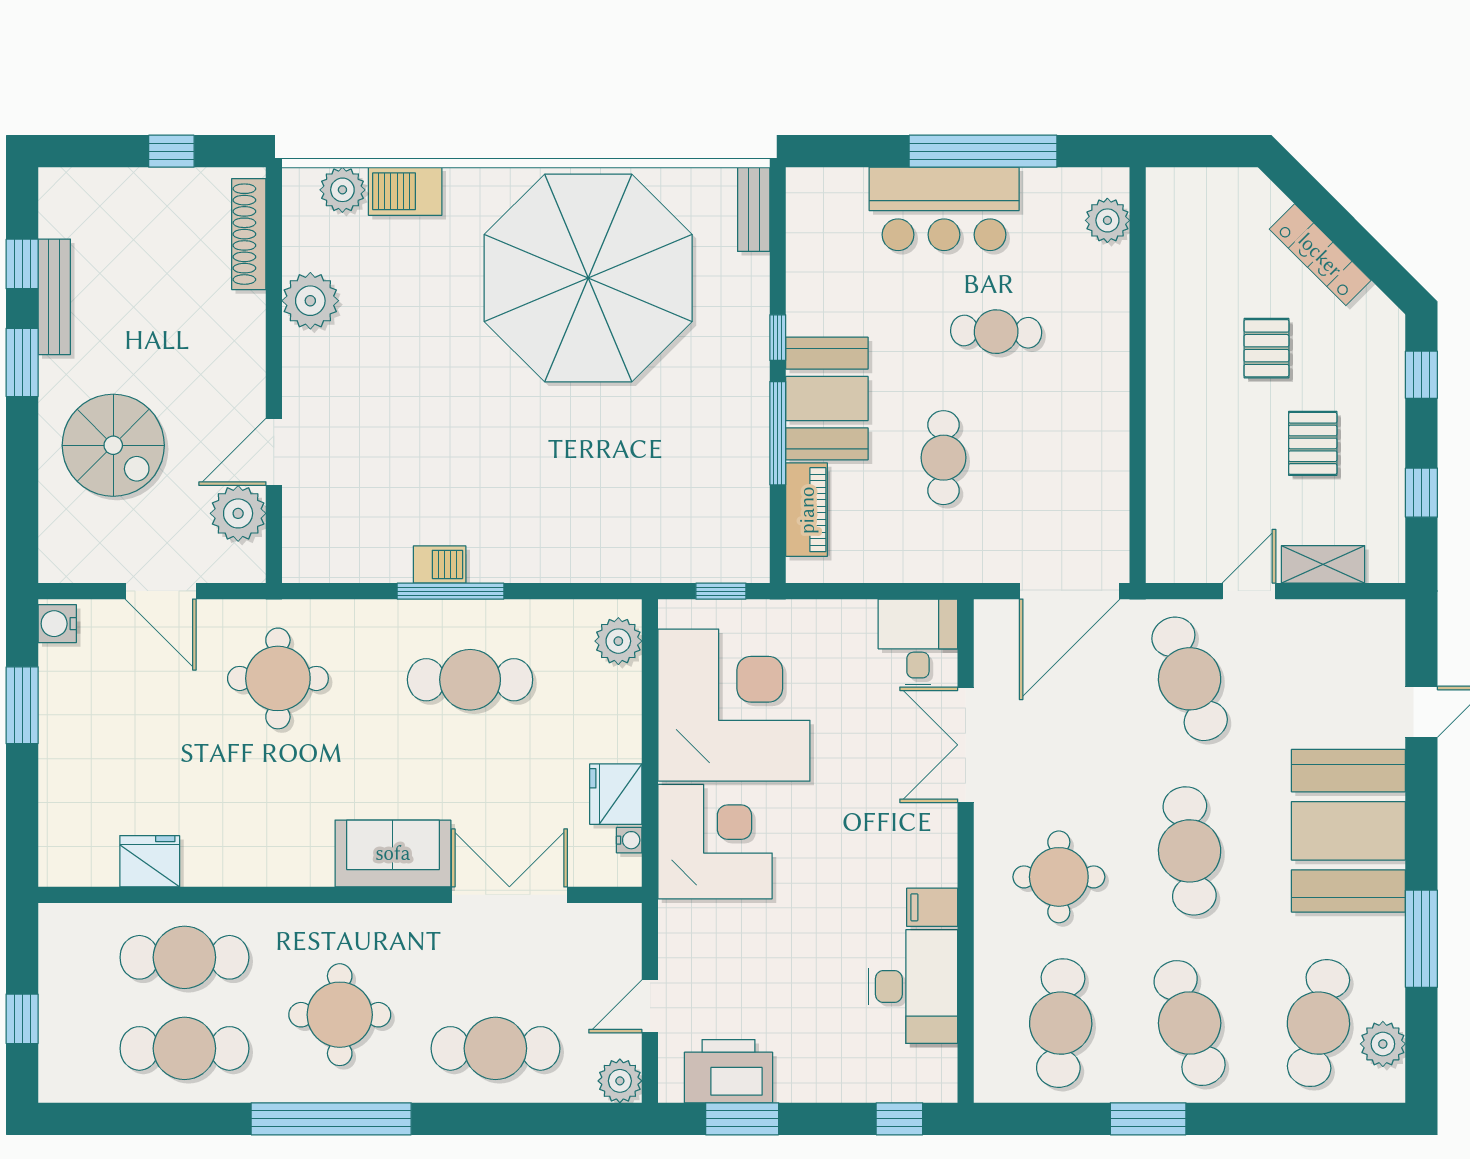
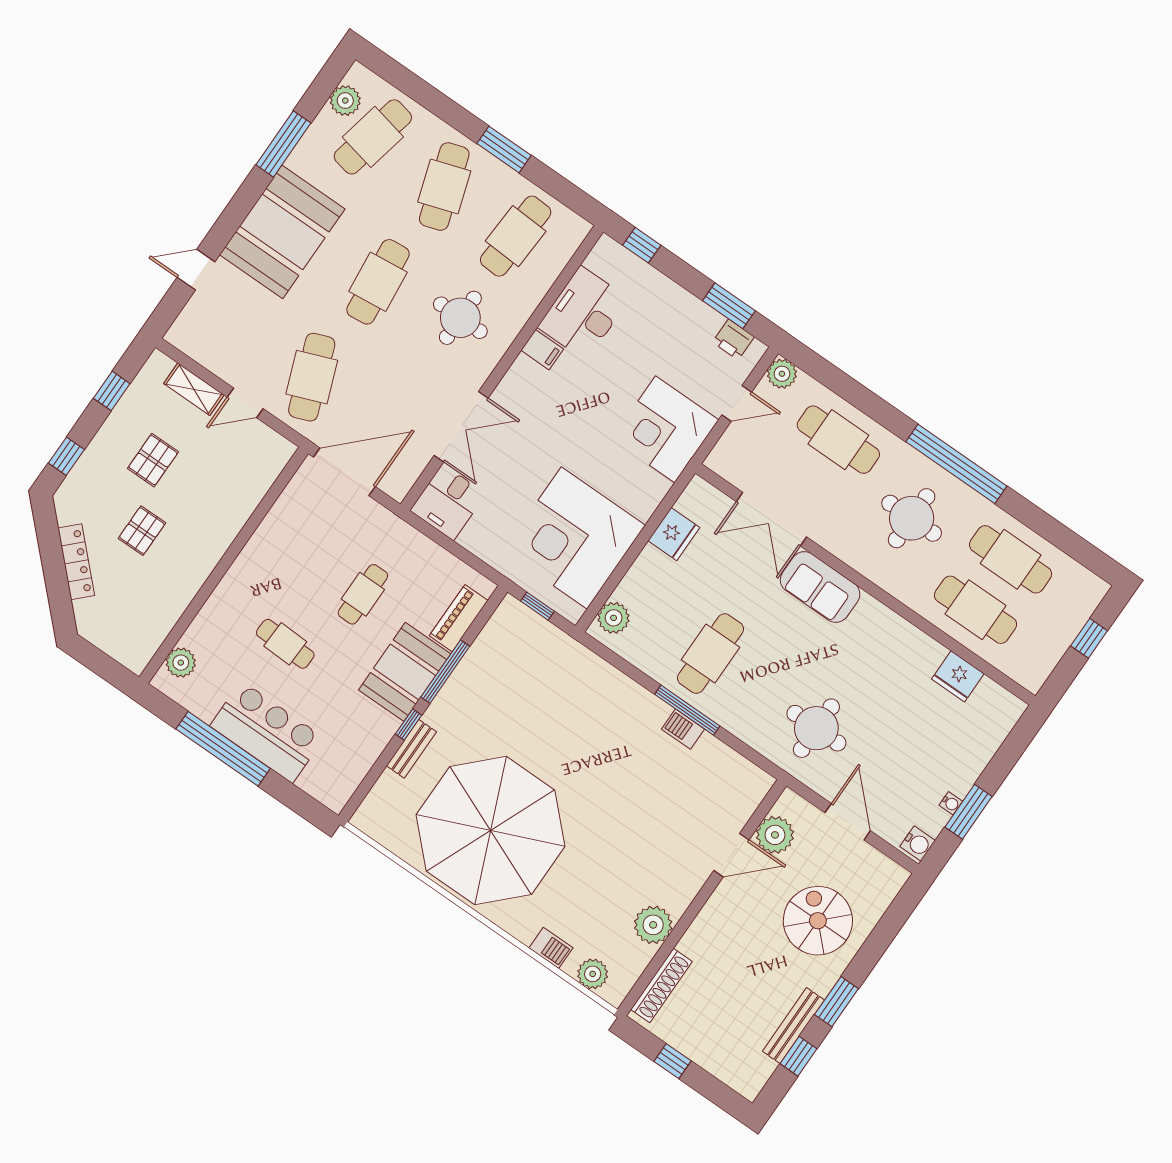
barbecue: (405, 191) -> (551, 948), width x0.73, depth x0.79
bench: (754, 209) -> (411, 749), moved
cafe table: (470, 680) -> (711, 654), turned 90
water cooler: (629, 840) -> (951, 803), moved, turned 180
corner desk: (715, 842) -> (665, 429), moved
printer: (729, 1071) -> (733, 340), width x0.53, depth x0.68

